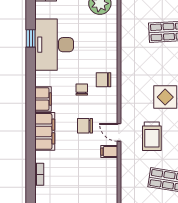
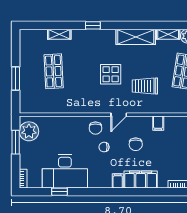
filing cabinet: (43, 99) -> (118, 181), width x0.50
door: (119, 132) -> (119, 115), moved
trolley: (152, 136) -> (145, 86), turned 180

